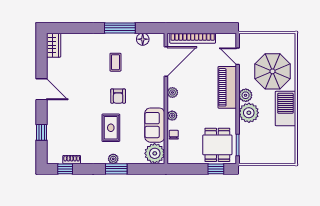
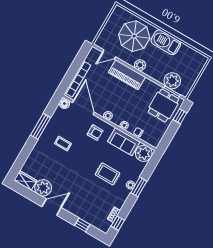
floor lamp: (143, 39) -> (64, 104), moved
plant: (57, 68) -> (43, 188), added
armchair: (118, 96) -> (95, 133), moved
plant: (249, 113) -> (172, 81), moved
dining table: (217, 145) -> (164, 106), turned 90

